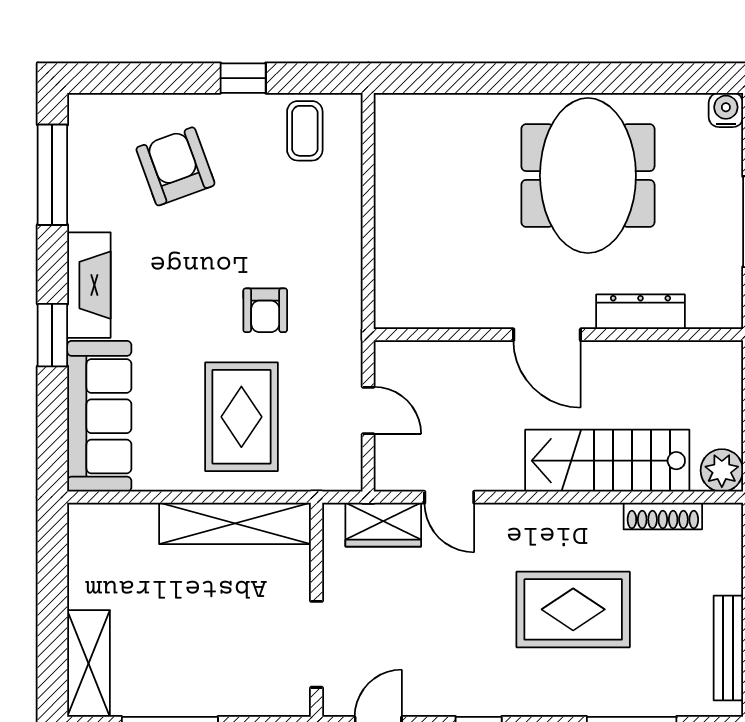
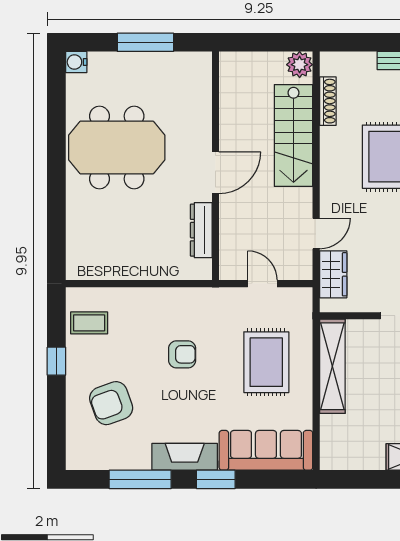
window: (52, 175) -> (140, 479), moved
armchair: (265, 310) -> (182, 354), moved
dresser: (640, 312) -> (201, 230), moved
door: (368, 411) -> (262, 284), hinge flipped
rug: (241, 417) -> (266, 362), turned 90

